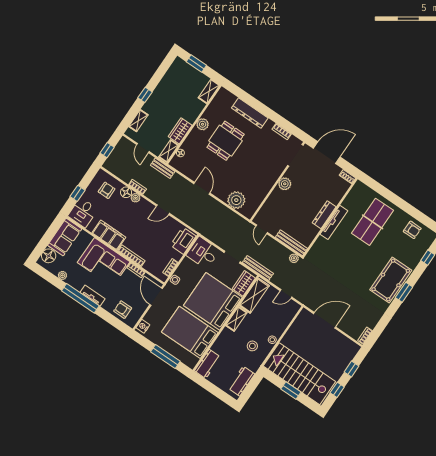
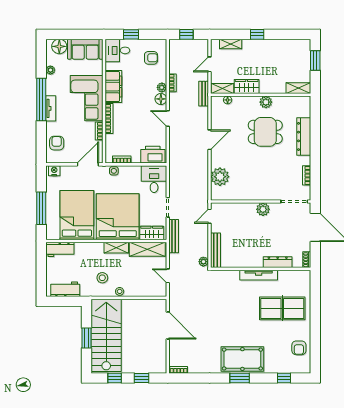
floor lamp: (126, 192) -> (161, 99), moved
dresser: (324, 215) -> (278, 262), moved

